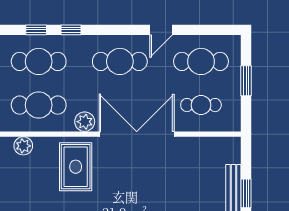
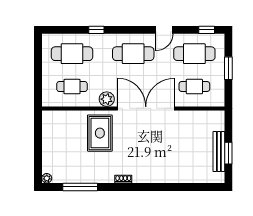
window: (36, 30) -> (207, 30), moved
cafe table: (39, 105) -> (72, 87), width x0.73, depth x0.74
plant: (23, 146) -> (60, 117), removed

